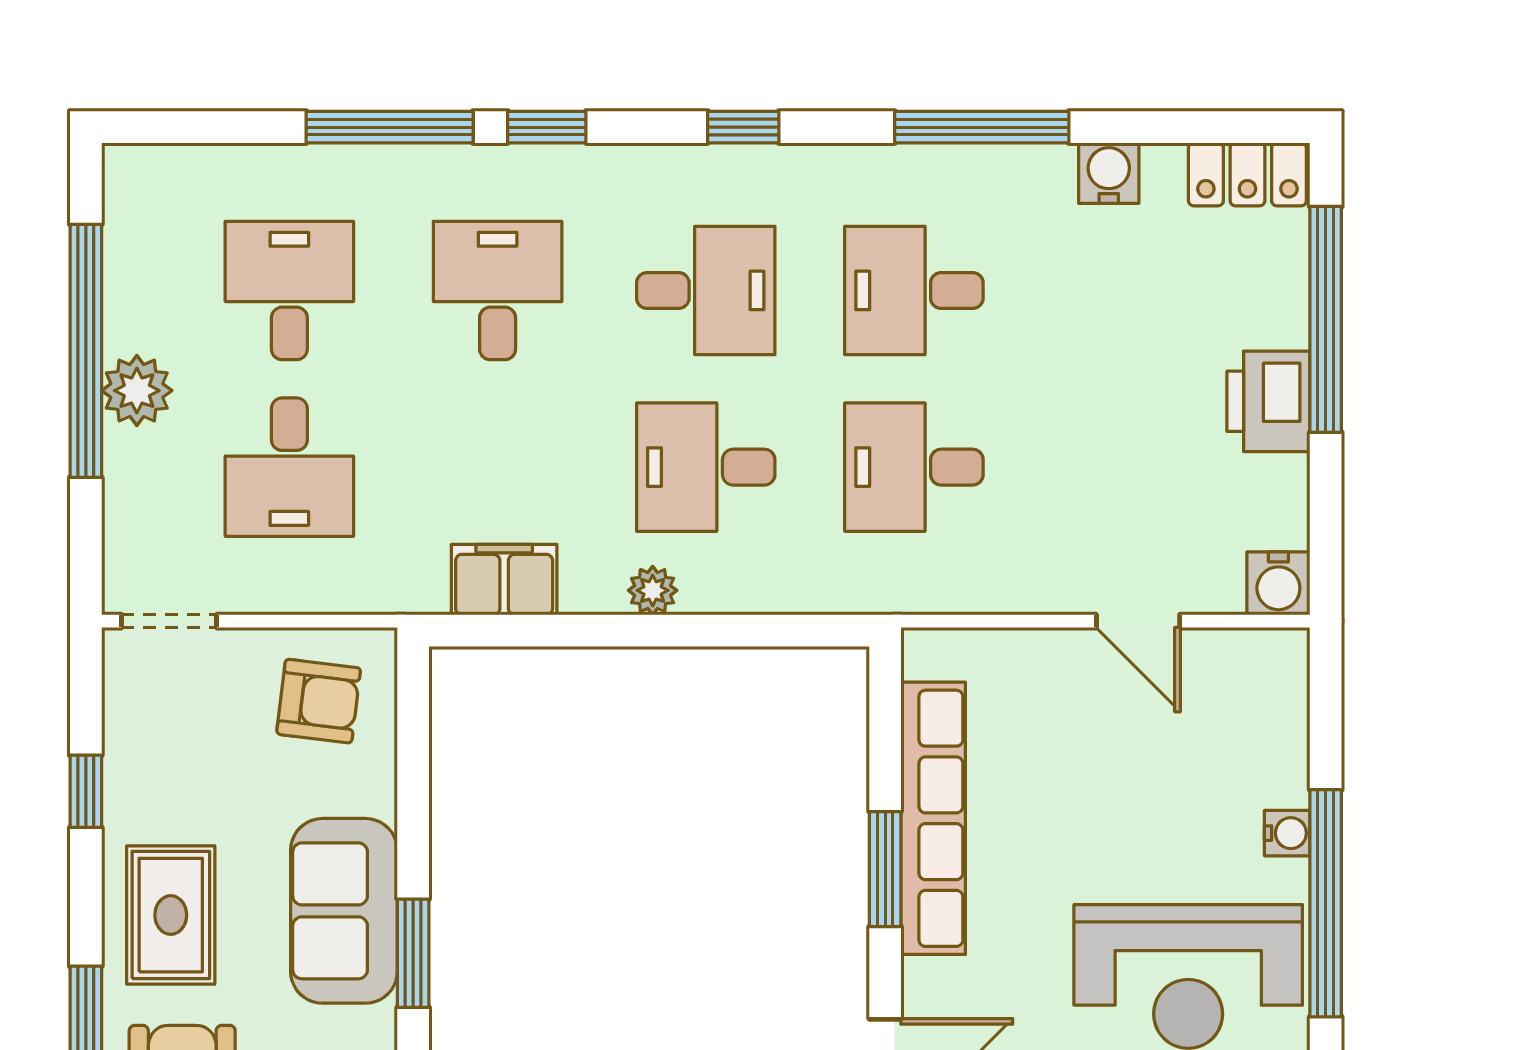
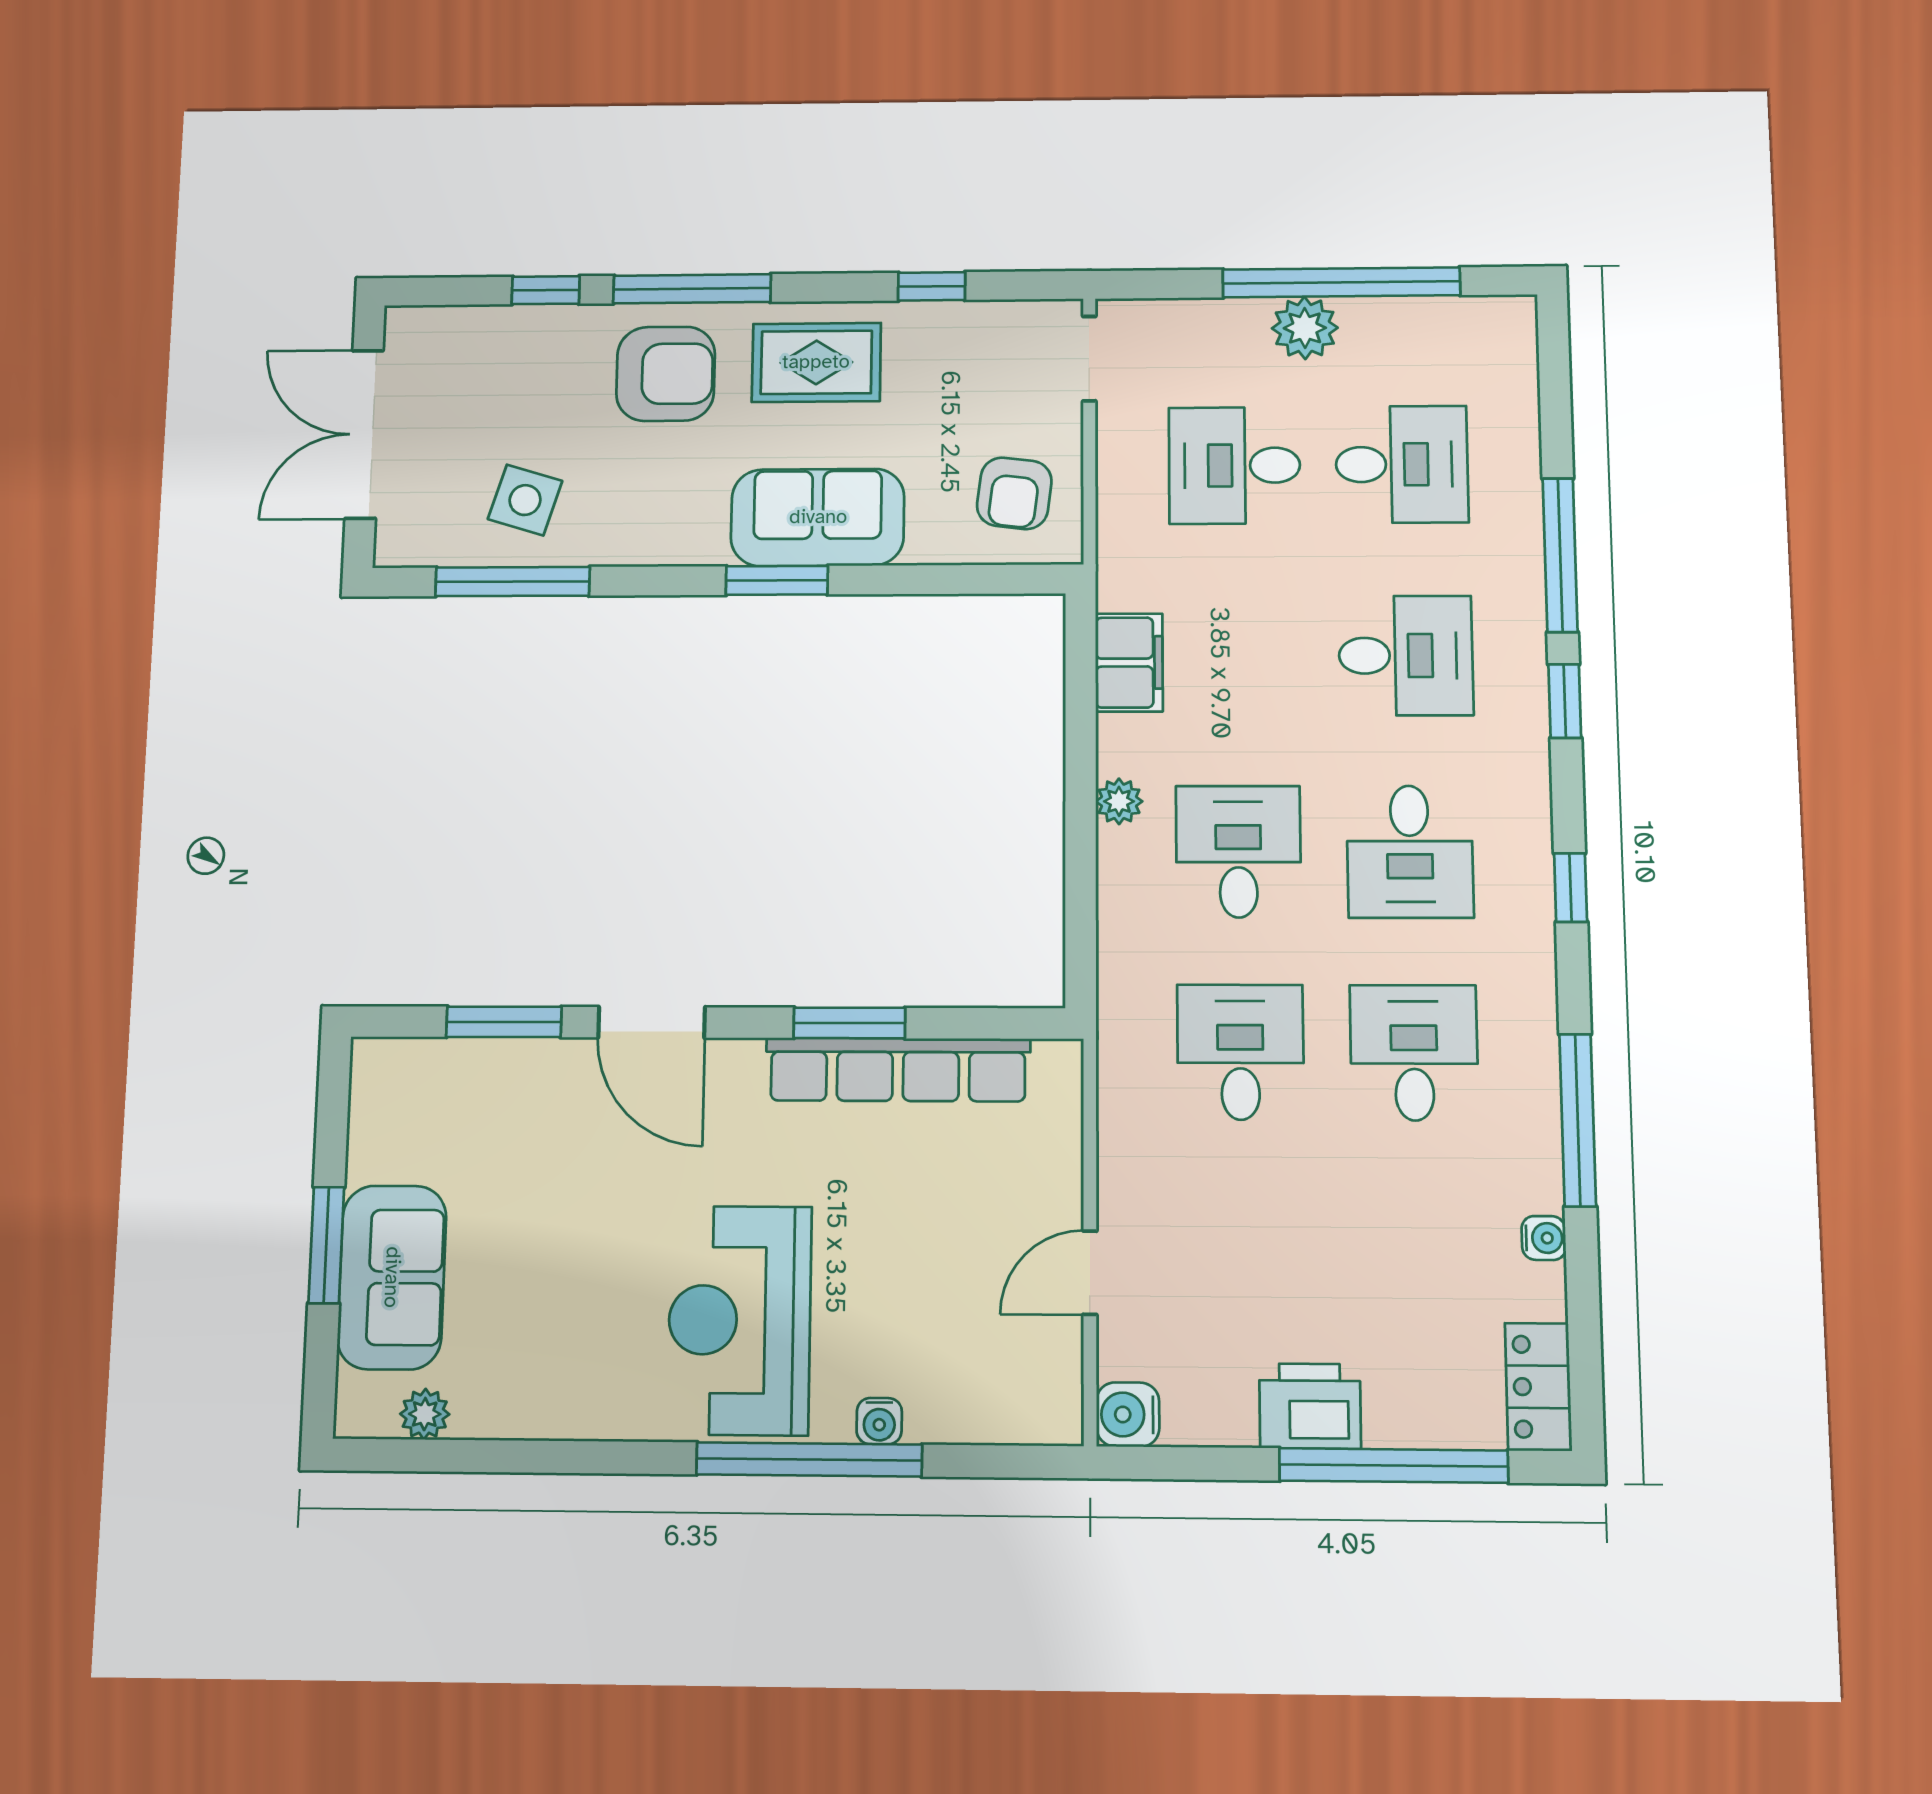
water cooler: (1109, 173) -> (1544, 1238), width x0.72, depth x0.72

